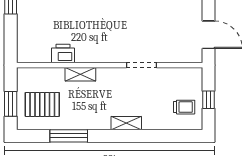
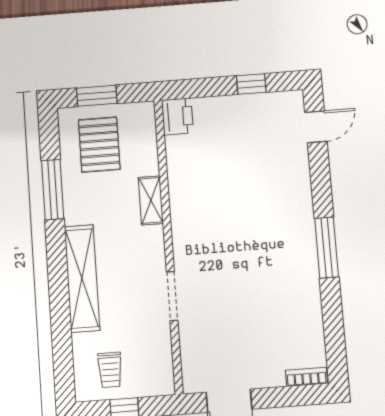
printer: (63, 54) -> (177, 116), moved
shelving: (126, 123) -> (82, 278), width x2.20, depth x1.33

